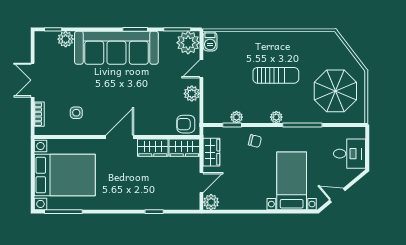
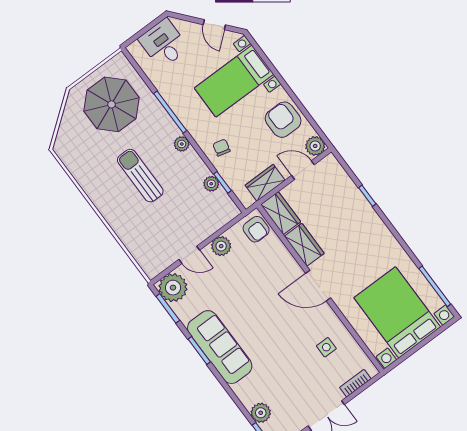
barbecue: (210, 41) -> (155, 267), removed
sofa: (116, 48) -> (220, 347), width x0.74, depth x0.79
armchair: (243, 194) -> (283, 120), added

